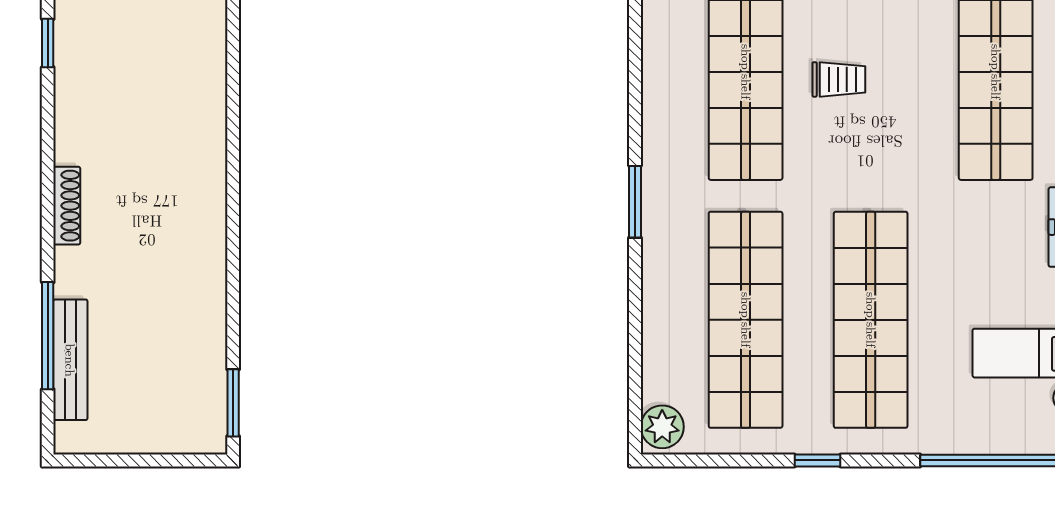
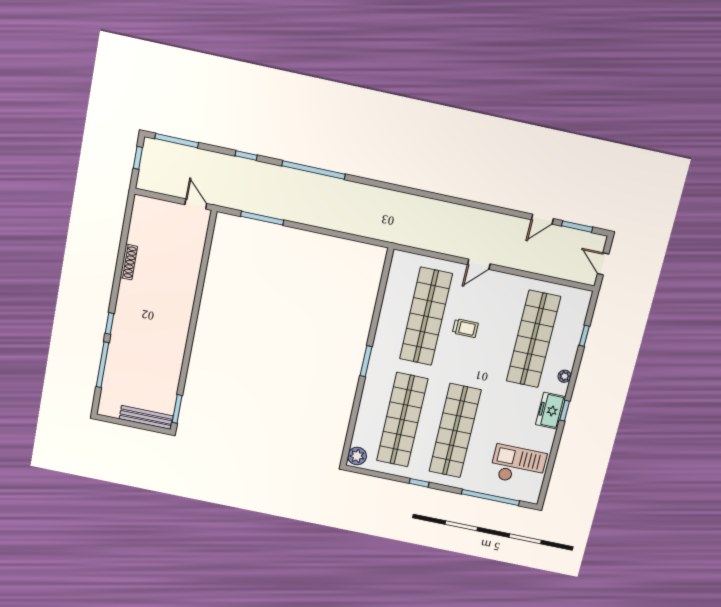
window: (48, 43) -> (109, 323), moved
shoe rack: (67, 206) -> (129, 262), moved
bench: (70, 360) -> (146, 417), moved, turned 90

